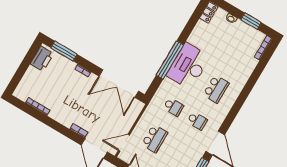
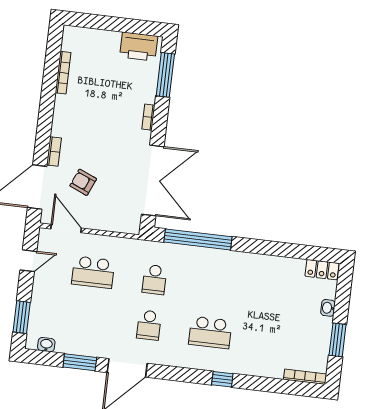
window: (170, 60) -> (198, 239), moved
desk: (188, 66) -> (226, 275), removed
double door: (119, 84) -> (153, 180), swing flipped
window: (245, 94) -> (222, 379), added
armchair: (103, 122) -> (83, 182), added

